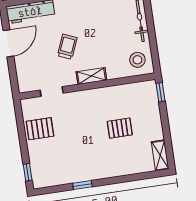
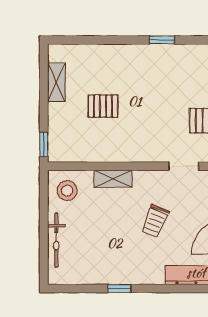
shelving: (91, 76) -> (113, 179), moved
shelving: (160, 155) -> (56, 82), moved

